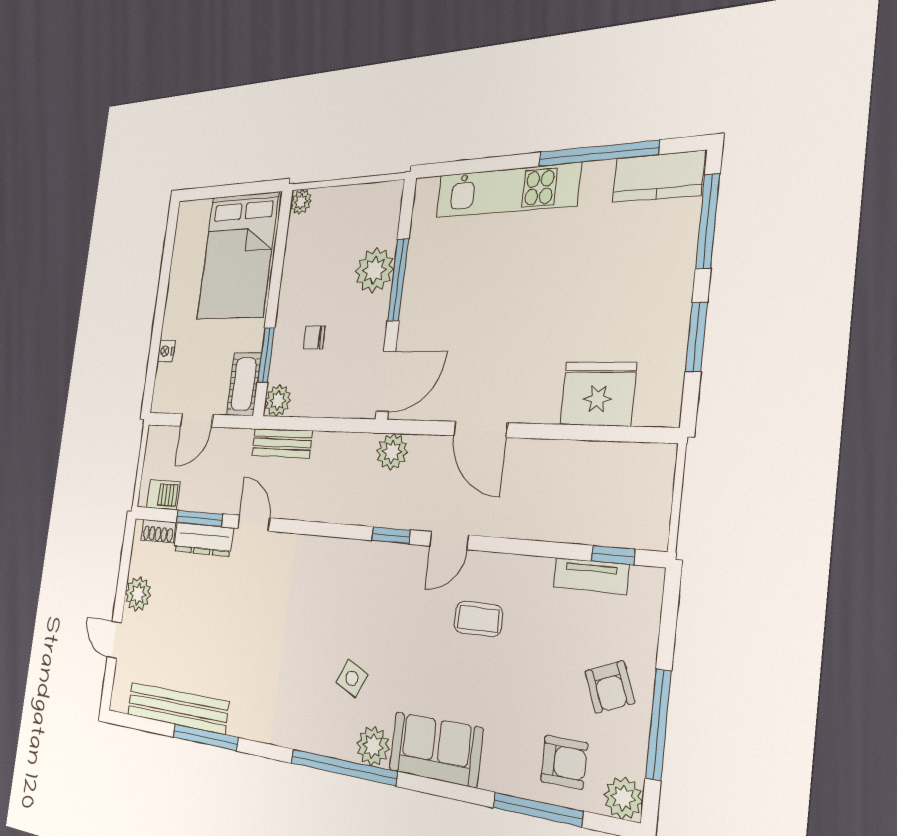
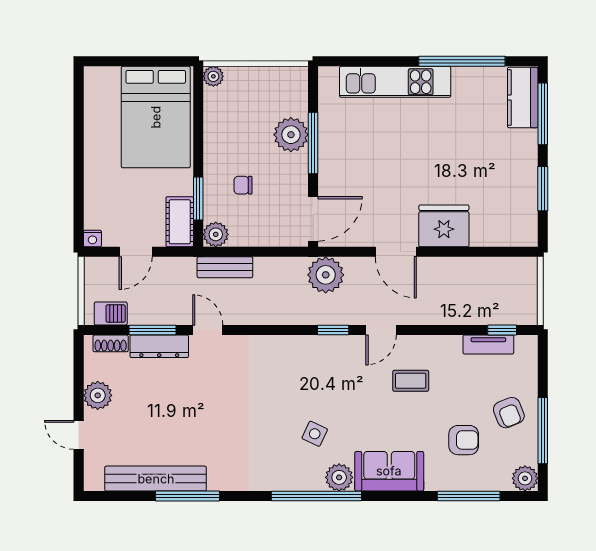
kitchen counter: (658, 177) -> (523, 98), moved, turned 90
nightstand: (166, 351) -> (92, 239), moved, turned -90
fridge: (598, 394) -> (444, 226), moved
plant: (392, 452) -> (326, 275), width x1.36, depth x1.36
armchair: (564, 762) -> (464, 440), moved

